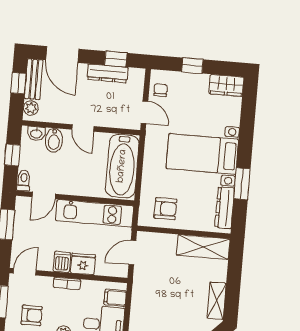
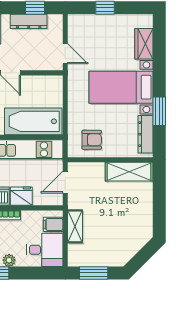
wardrobe: (226, 85) -> (144, 44), moved, turned 90
chair: (160, 90) -> (78, 32), removed
bathtub: (122, 166) -> (33, 121), moved, turned 90
shelving: (217, 301) -> (75, 226), moved

